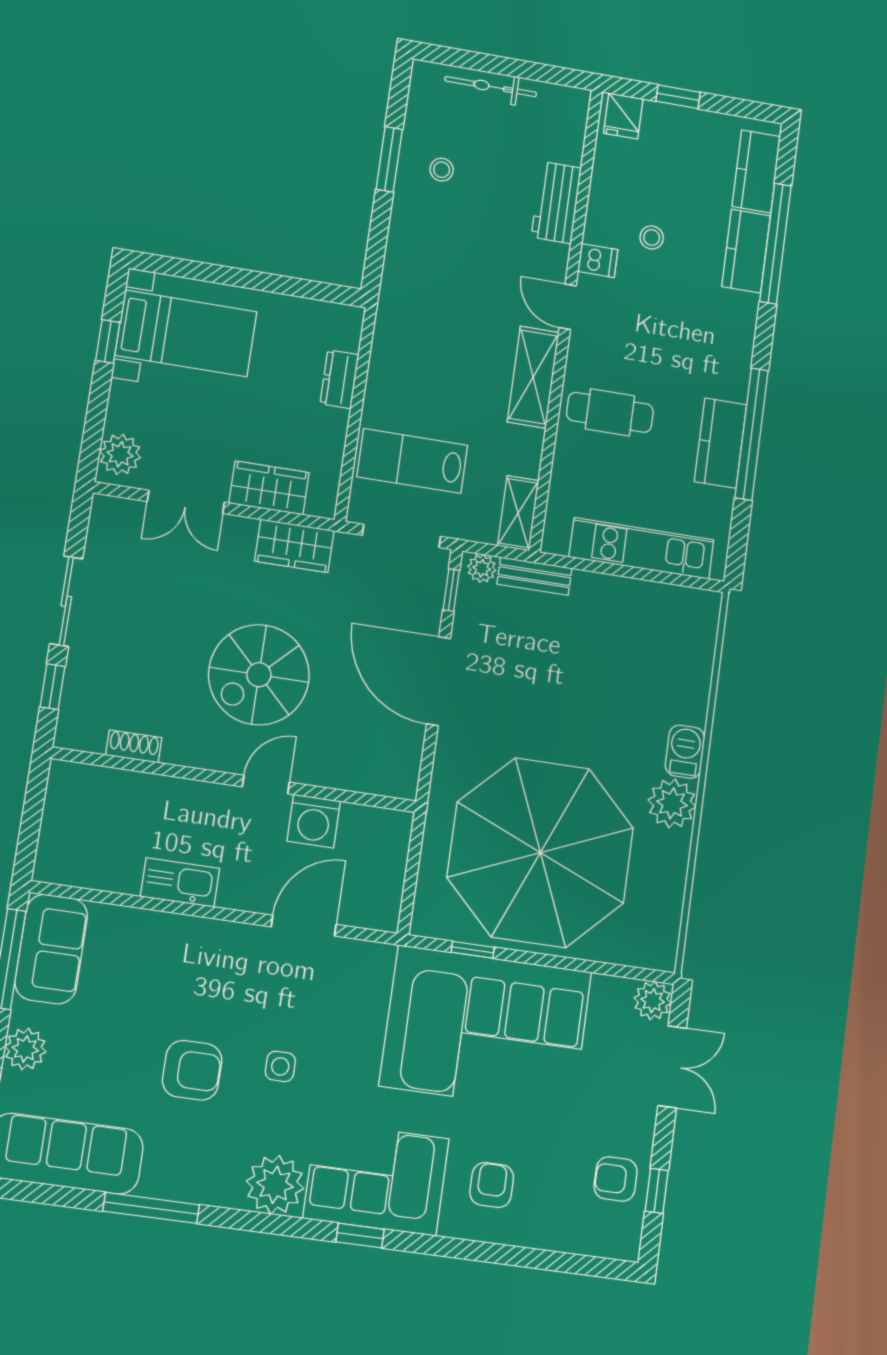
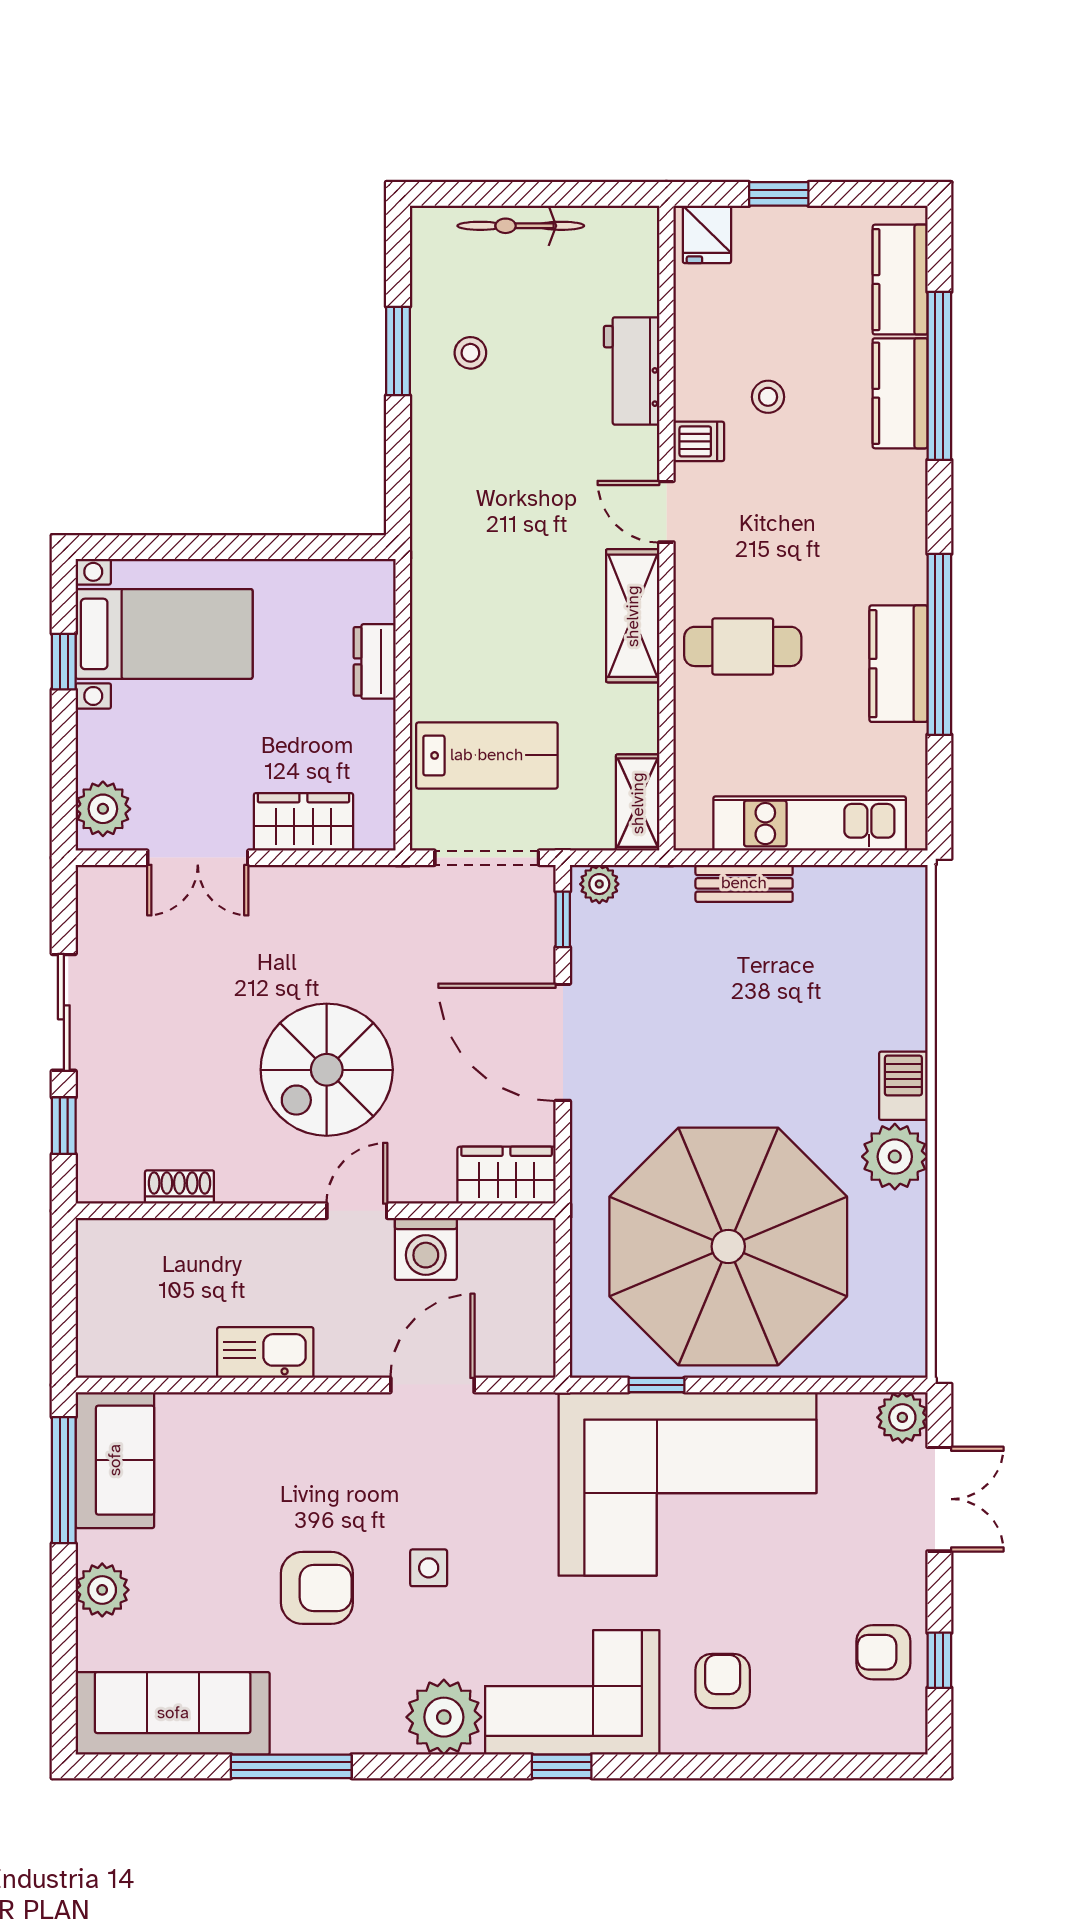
lab bench: (412, 461) -> (487, 755), turned 180
wardrobe: (294, 546) -> (507, 1175), moved, turned 180
bench: (534, 576) -> (744, 883), moved

